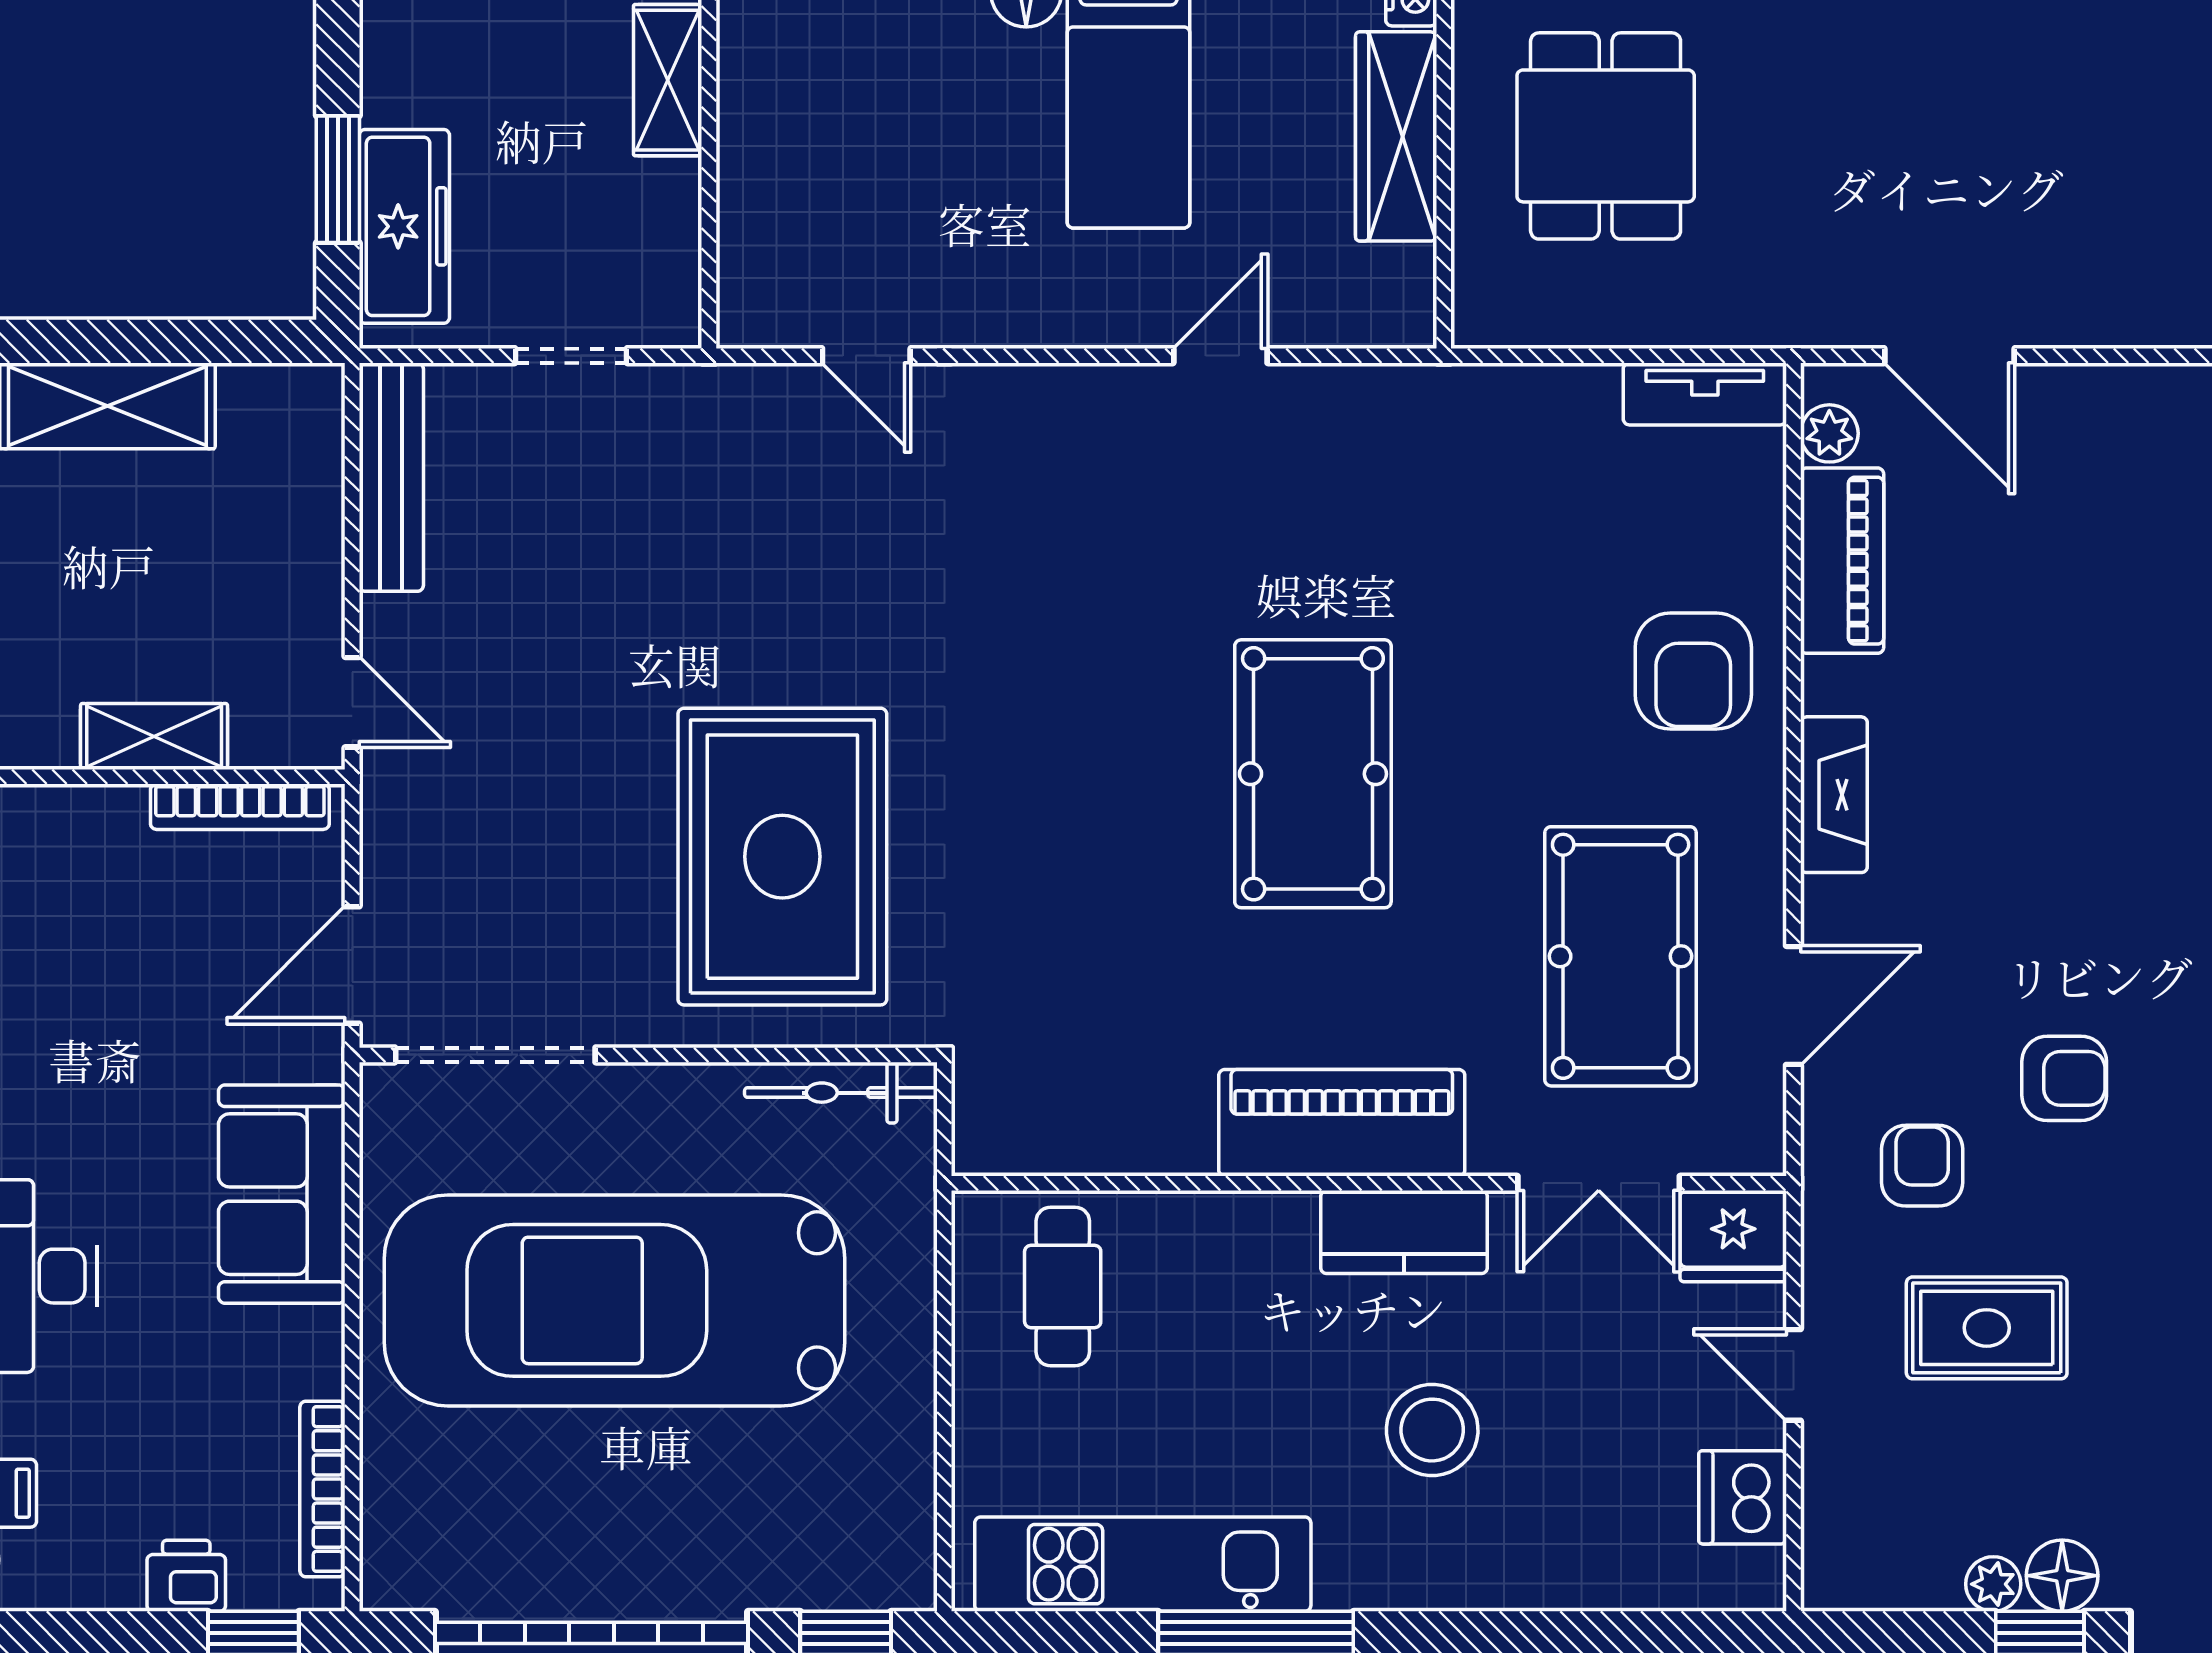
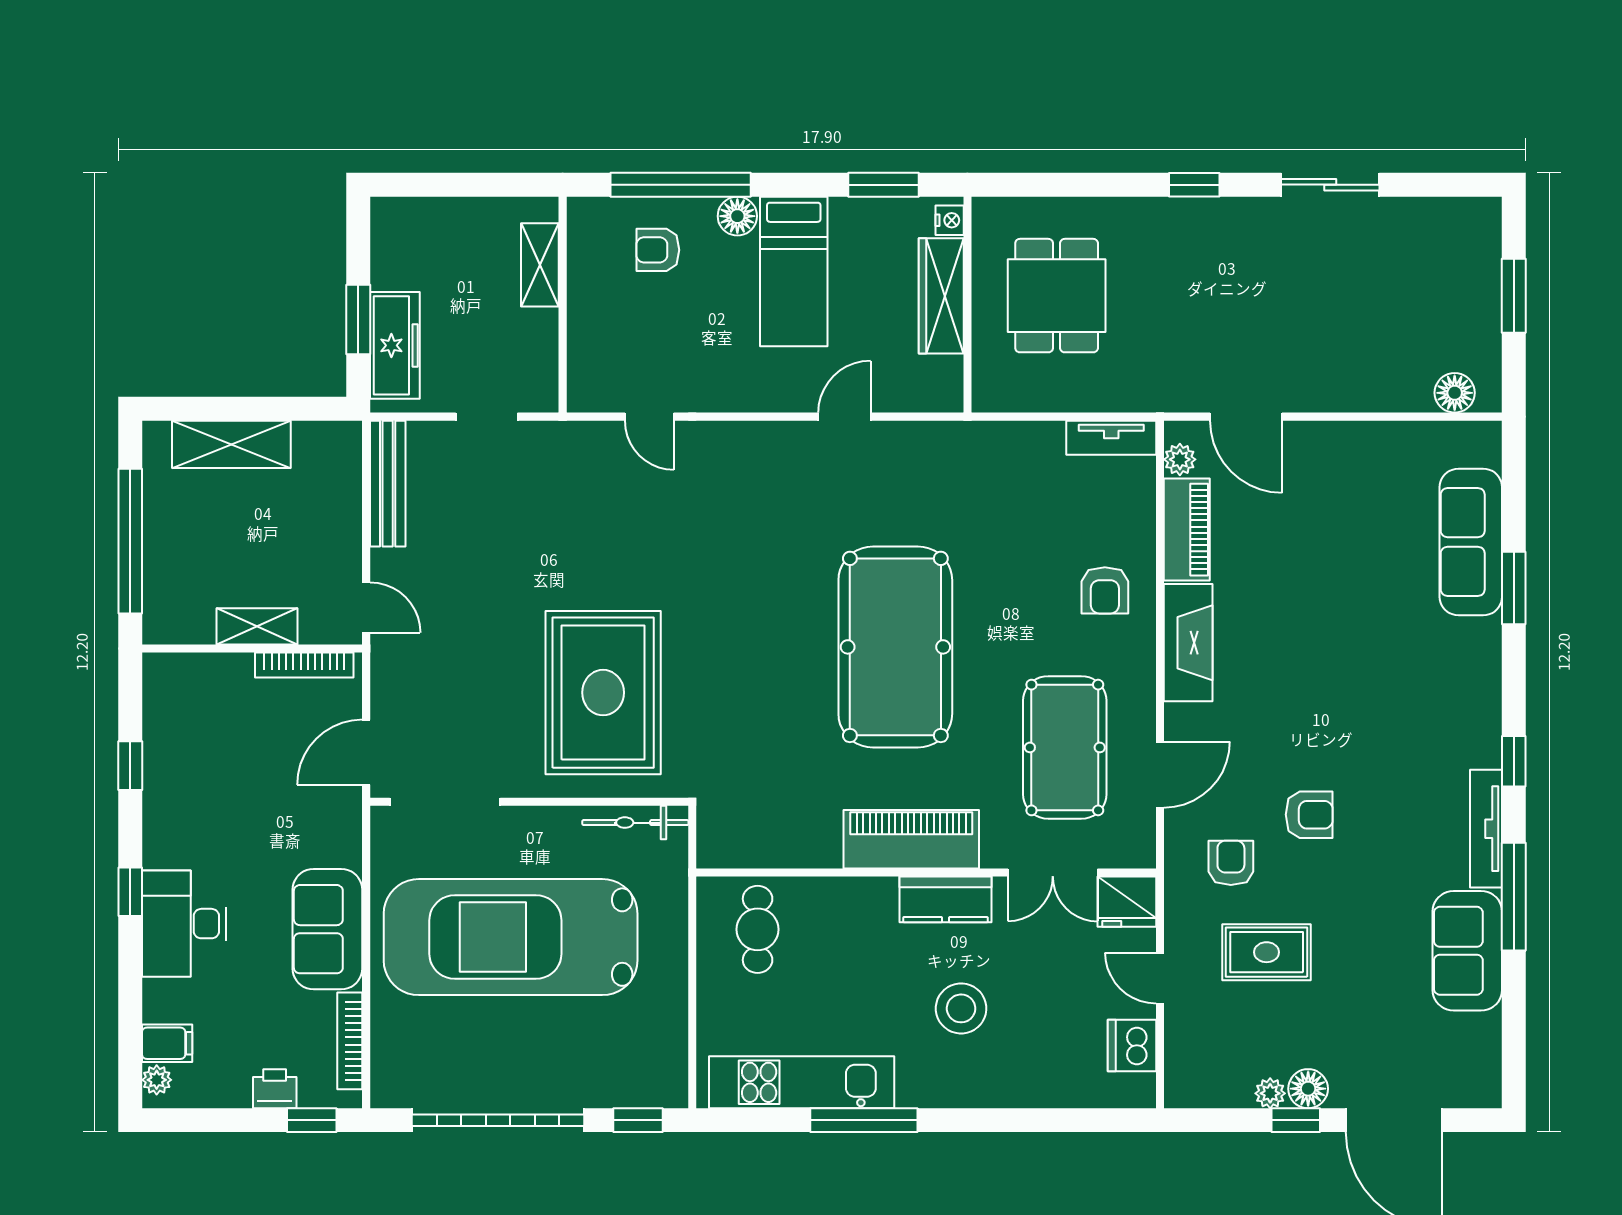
armchair: (882, 53) -> (658, 250), added
armchair: (1693, 671) -> (1105, 590), width x0.72, depth x0.72
pool table: (1313, 774) -> (895, 647), width x1.36, depth x1.32
fireplace: (1834, 795) -> (1188, 643), width x1.37, depth x1.32
sofa: (282, 1194) -> (327, 929), moved

